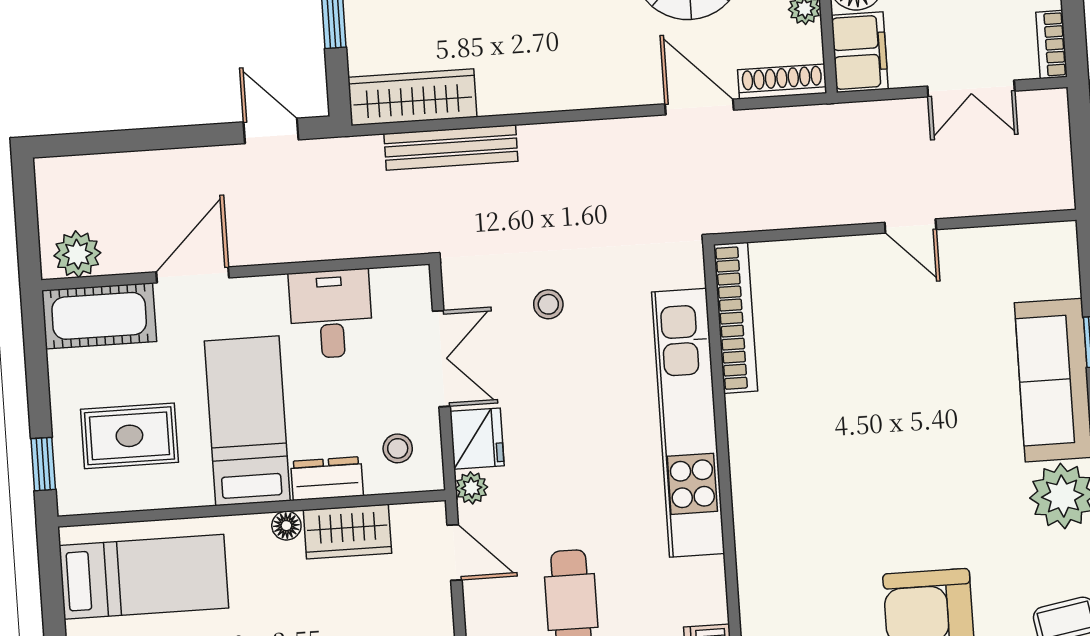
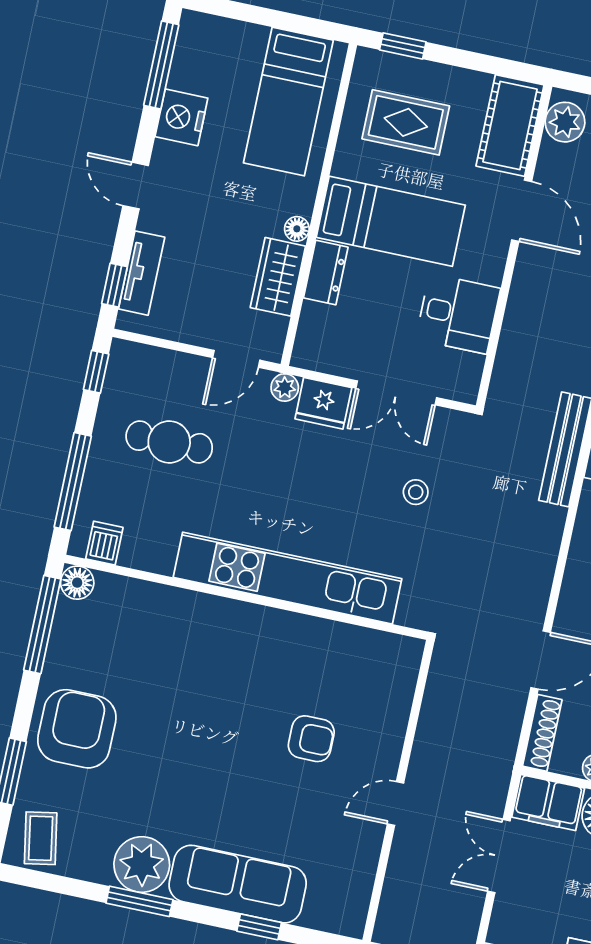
double door: (971, 89) -> (499, 856), moved
bookcase: (736, 318) -> (362, 641), removed
armchair: (864, 343) -> (311, 739), added
rug: (129, 436) -> (406, 122), turned 90
stool: (398, 448) -> (334, 337), removed

